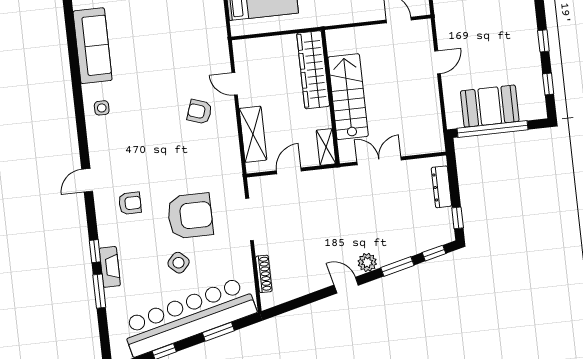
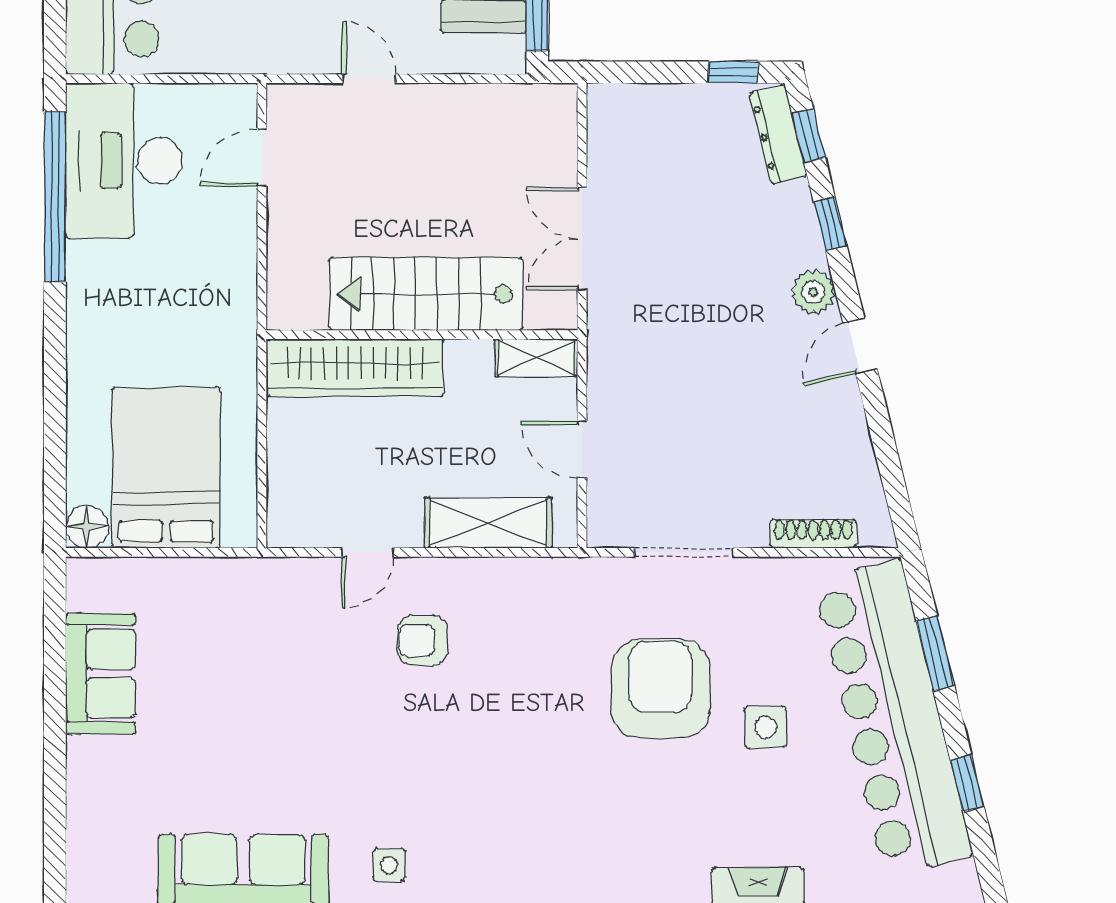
armchair: (200, 112) -> (423, 640), turned 71
dresser: (441, 187) -> (778, 134), moved, turned 76
armchair: (130, 203) -> (616, 824), removed
side table: (179, 263) -> (766, 727), turned 45
window: (397, 266) -> (830, 224), width x0.67

